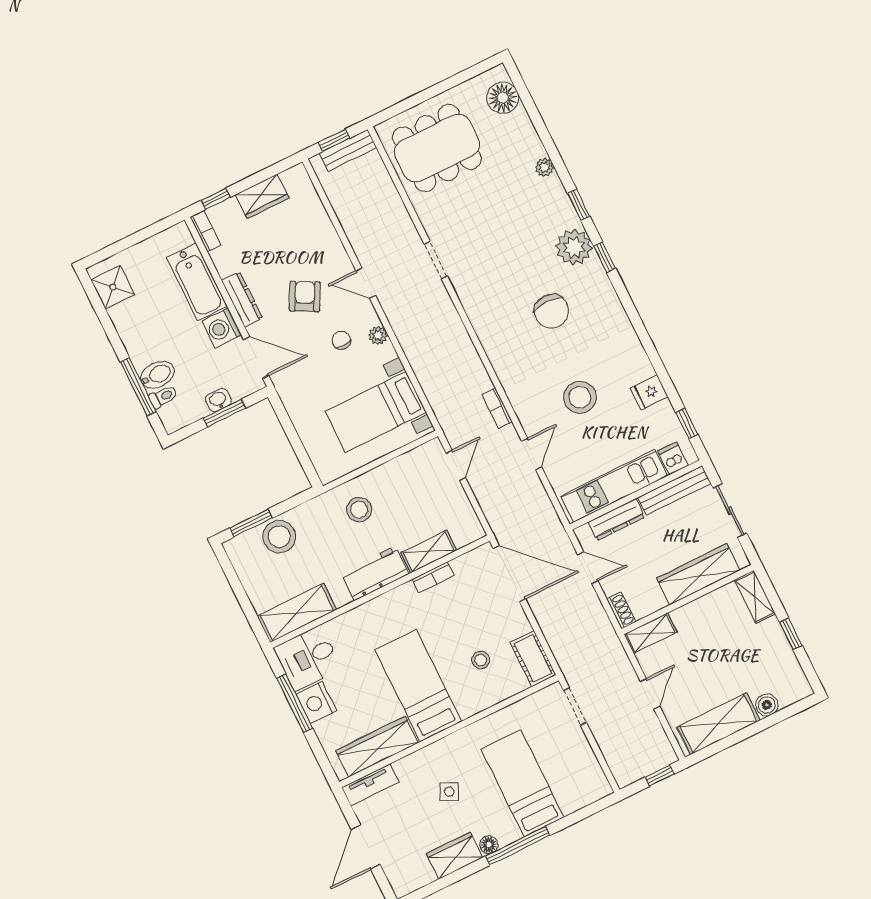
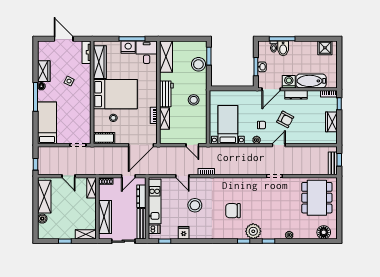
bed: (418, 686) -> (115, 94), width x1.50
bed: (522, 783) -> (47, 123), moved, turned -90

